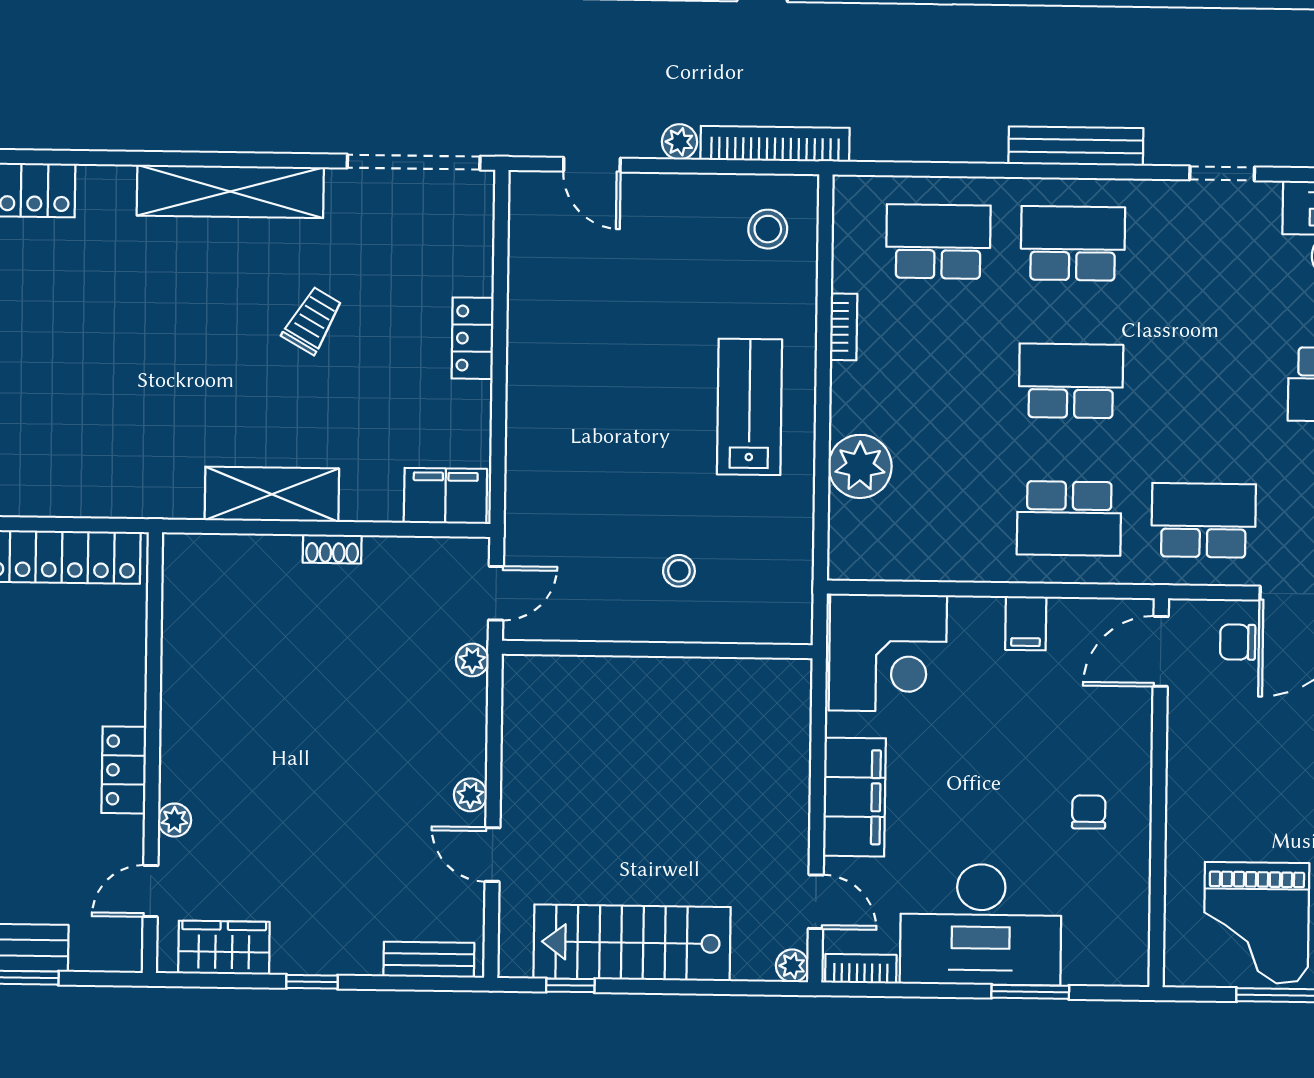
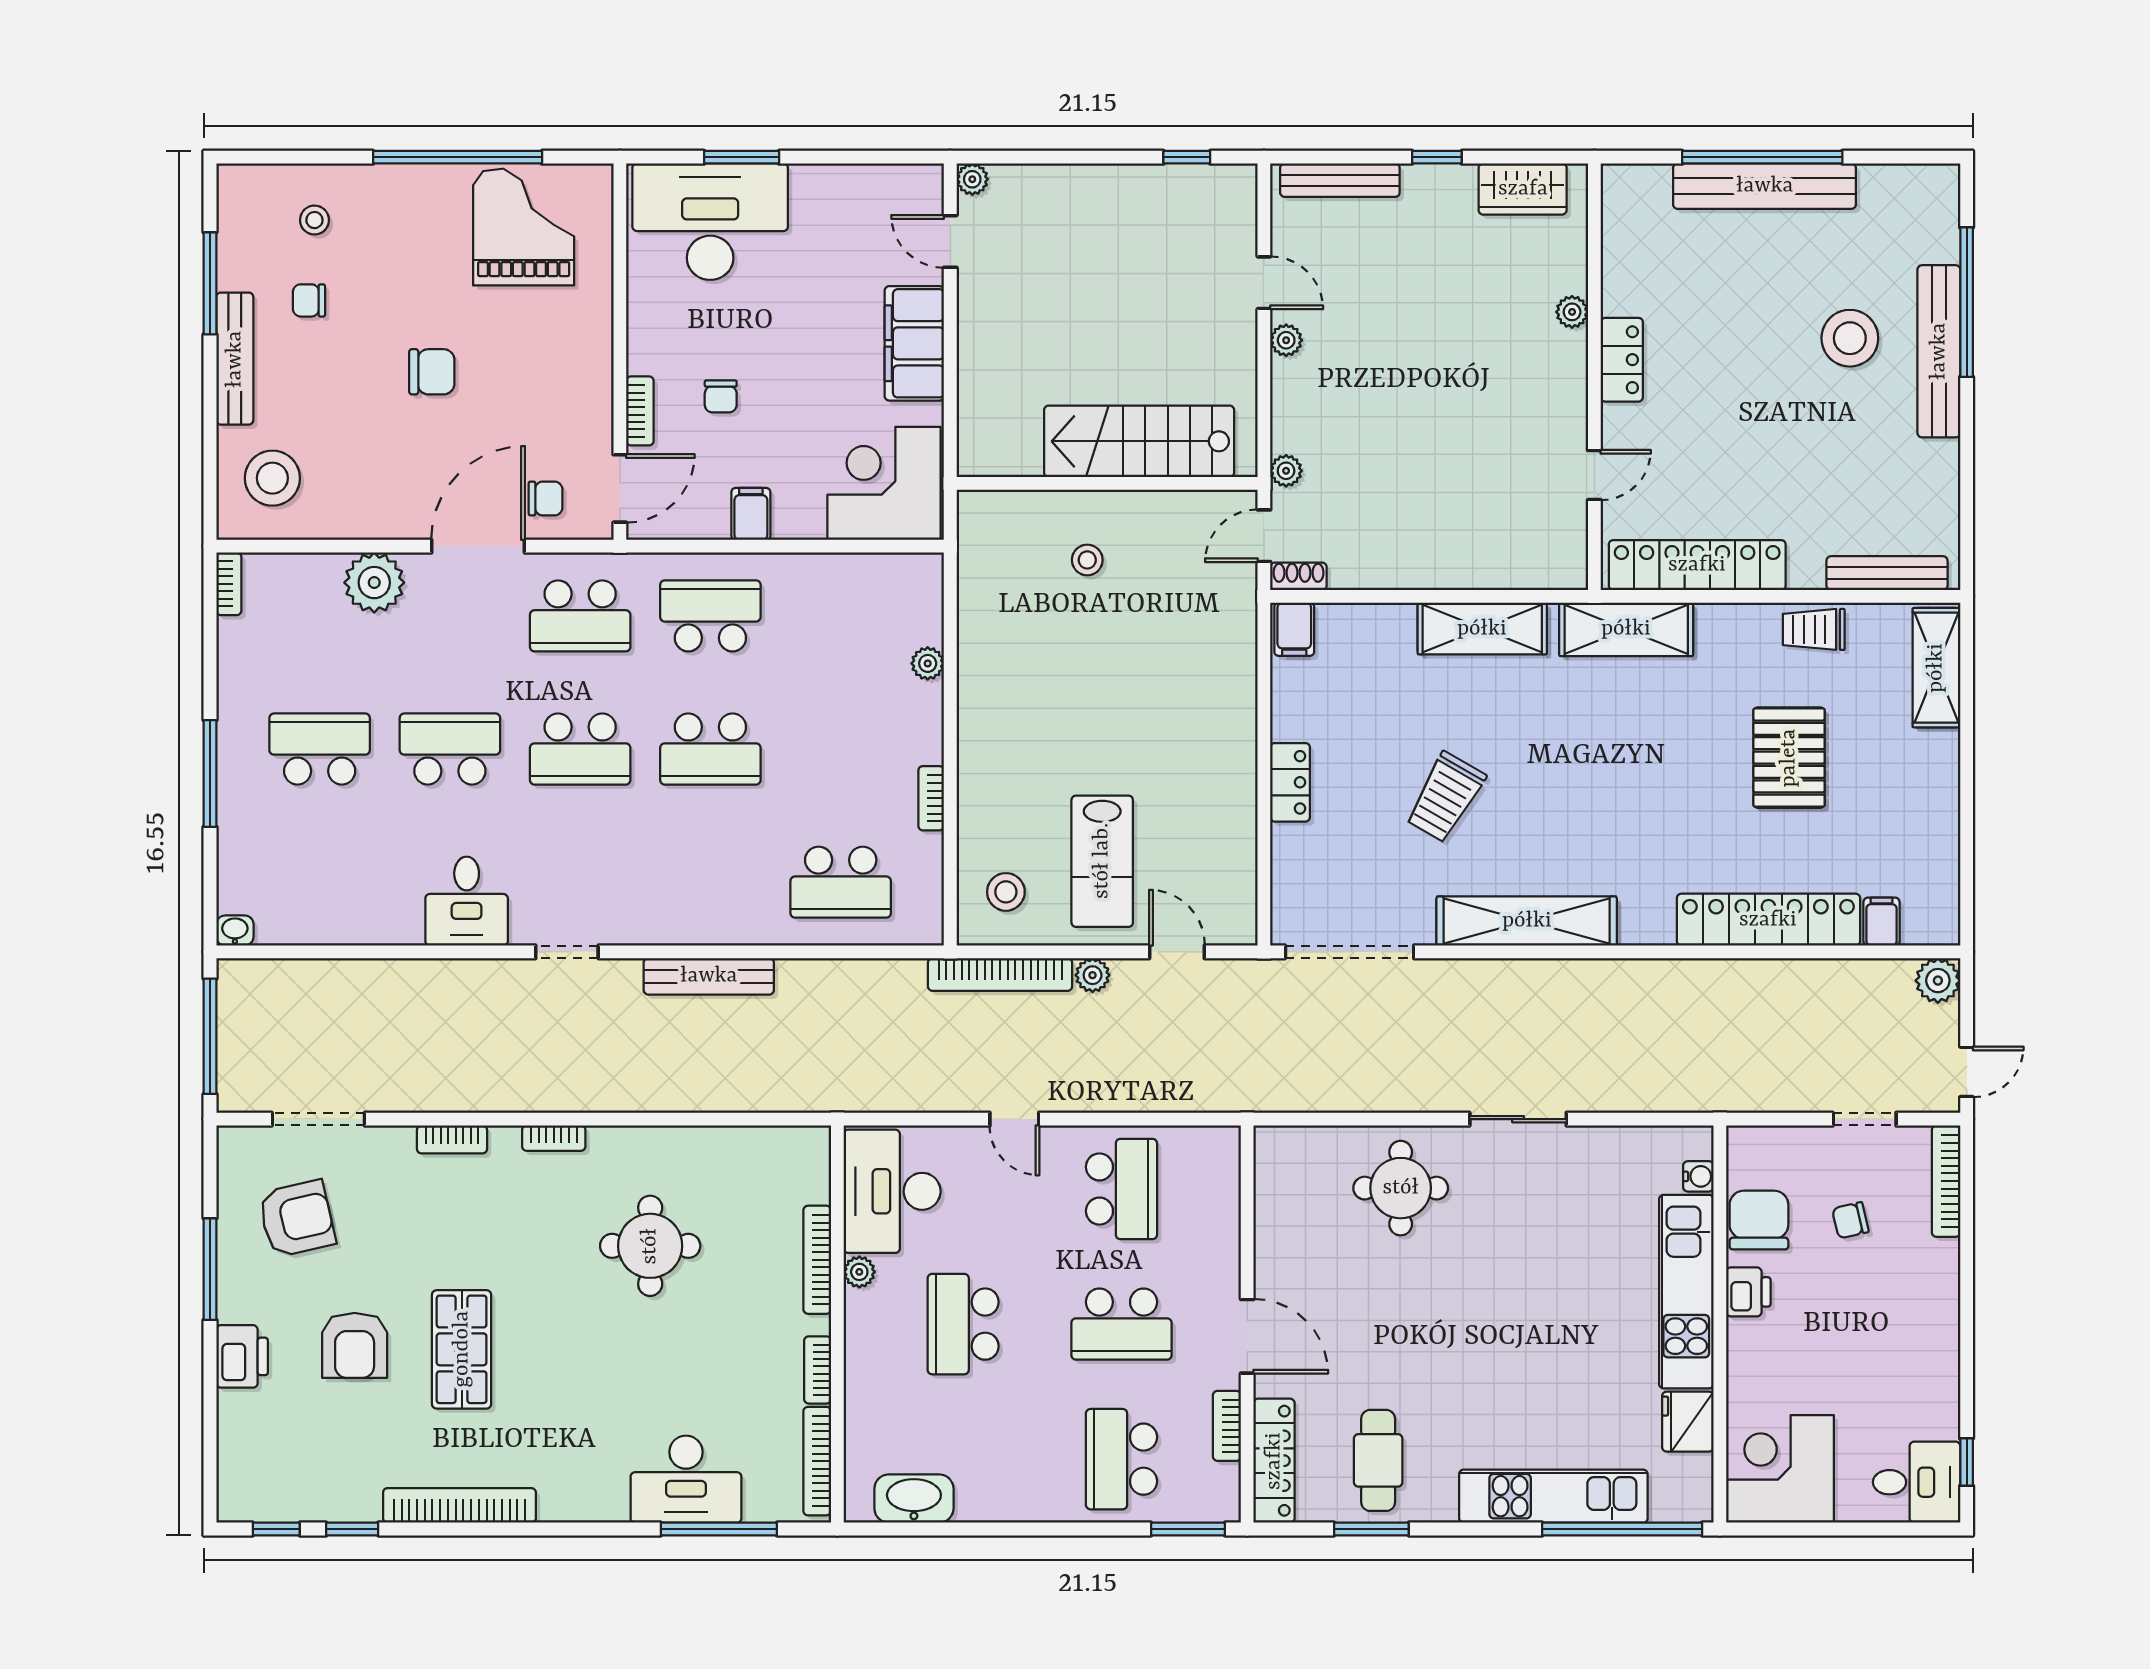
school desk: (1073, 243) -> (580, 749), moved
trolley: (312, 320) -> (1445, 797), width x1.36, depth x1.39
lab bench: (749, 407) -> (1102, 861), moved
plant: (860, 466) -> (928, 663), width x0.53, depth x0.53
shelving: (123, 491) -> (1626, 629), added
filing cabinet: (445, 496) -> (1294, 629), width x0.50
shoe rack: (332, 549) -> (1298, 576), moved
chair: (1089, 812) -> (721, 396), moved
door: (151, 891) -> (1594, 475), moved
desk: (981, 924) -> (710, 222), moved
stairs: (632, 943) -> (1139, 441), moved, turned 180
bench: (429, 960) -> (1340, 180), width x1.36
bookcase: (861, 969) -> (640, 411), moved, turned -90

